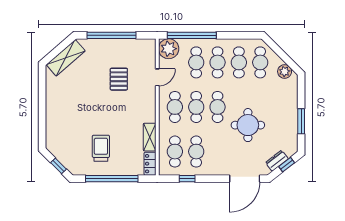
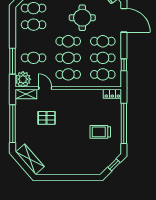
window: (192, 35) -> (13, 61), width x0.68
cafe table: (218, 62) -> (103, 41), moved
shelving: (150, 137) -> (26, 94), moved

